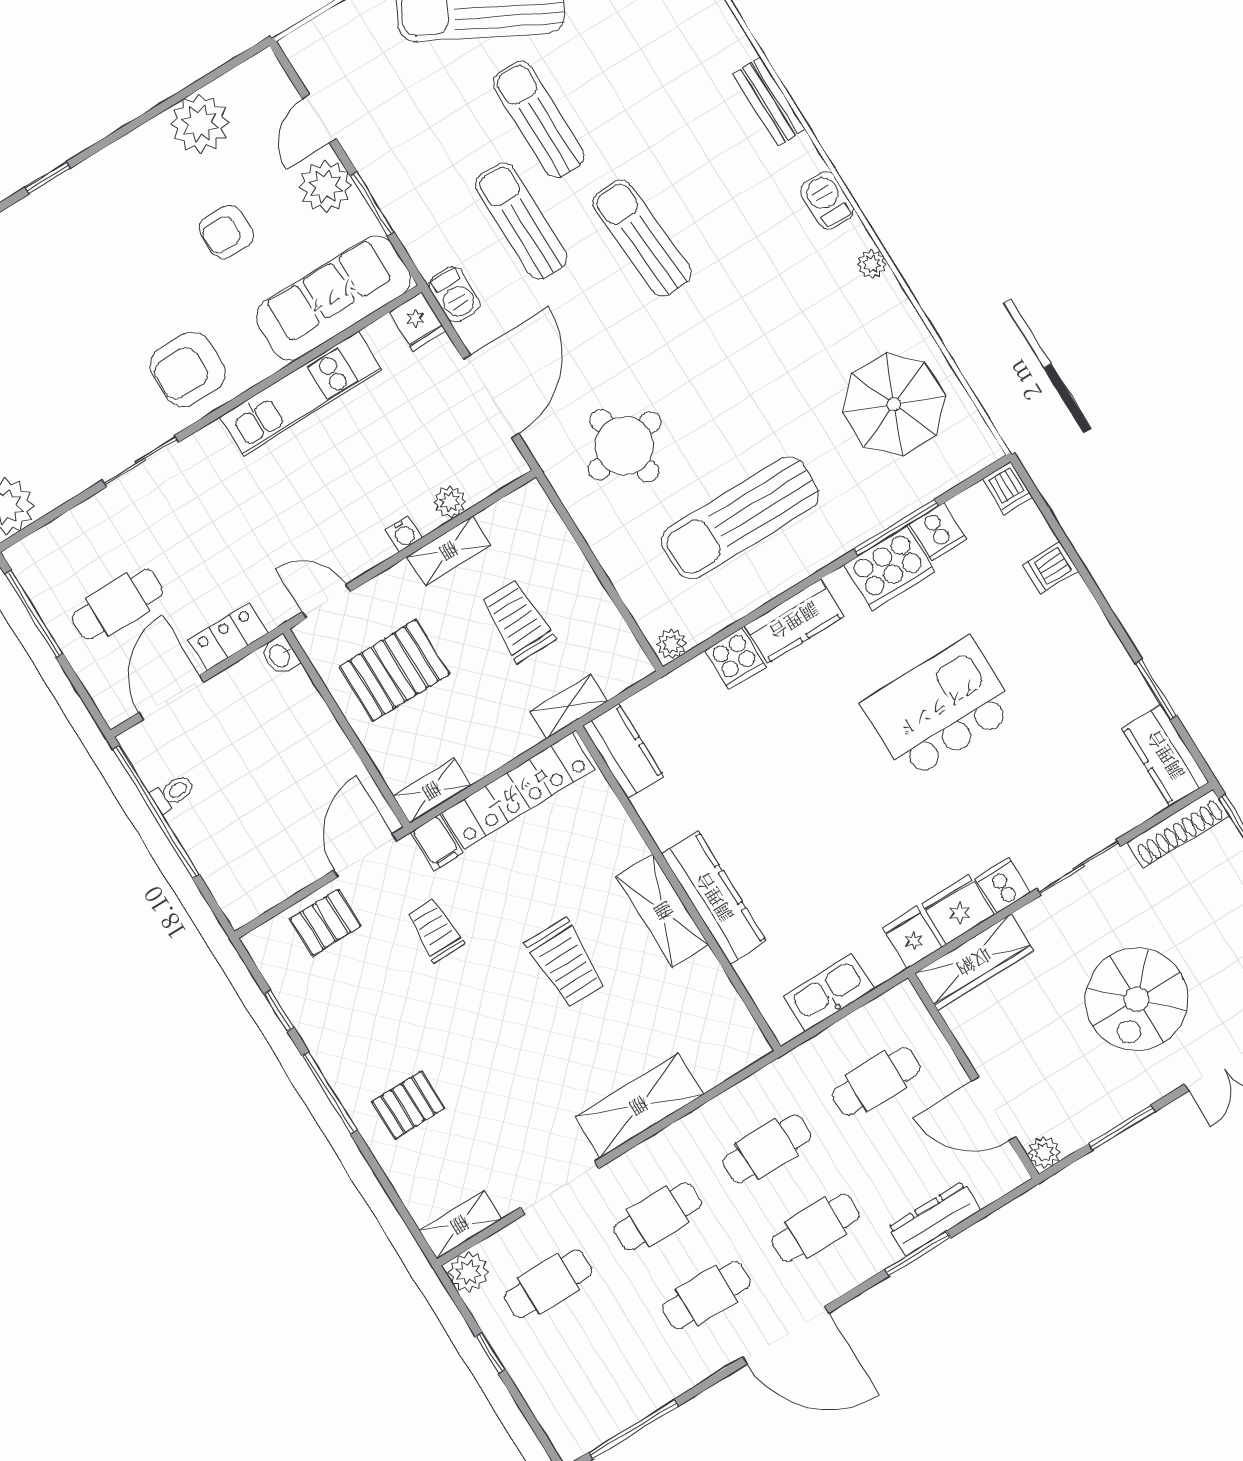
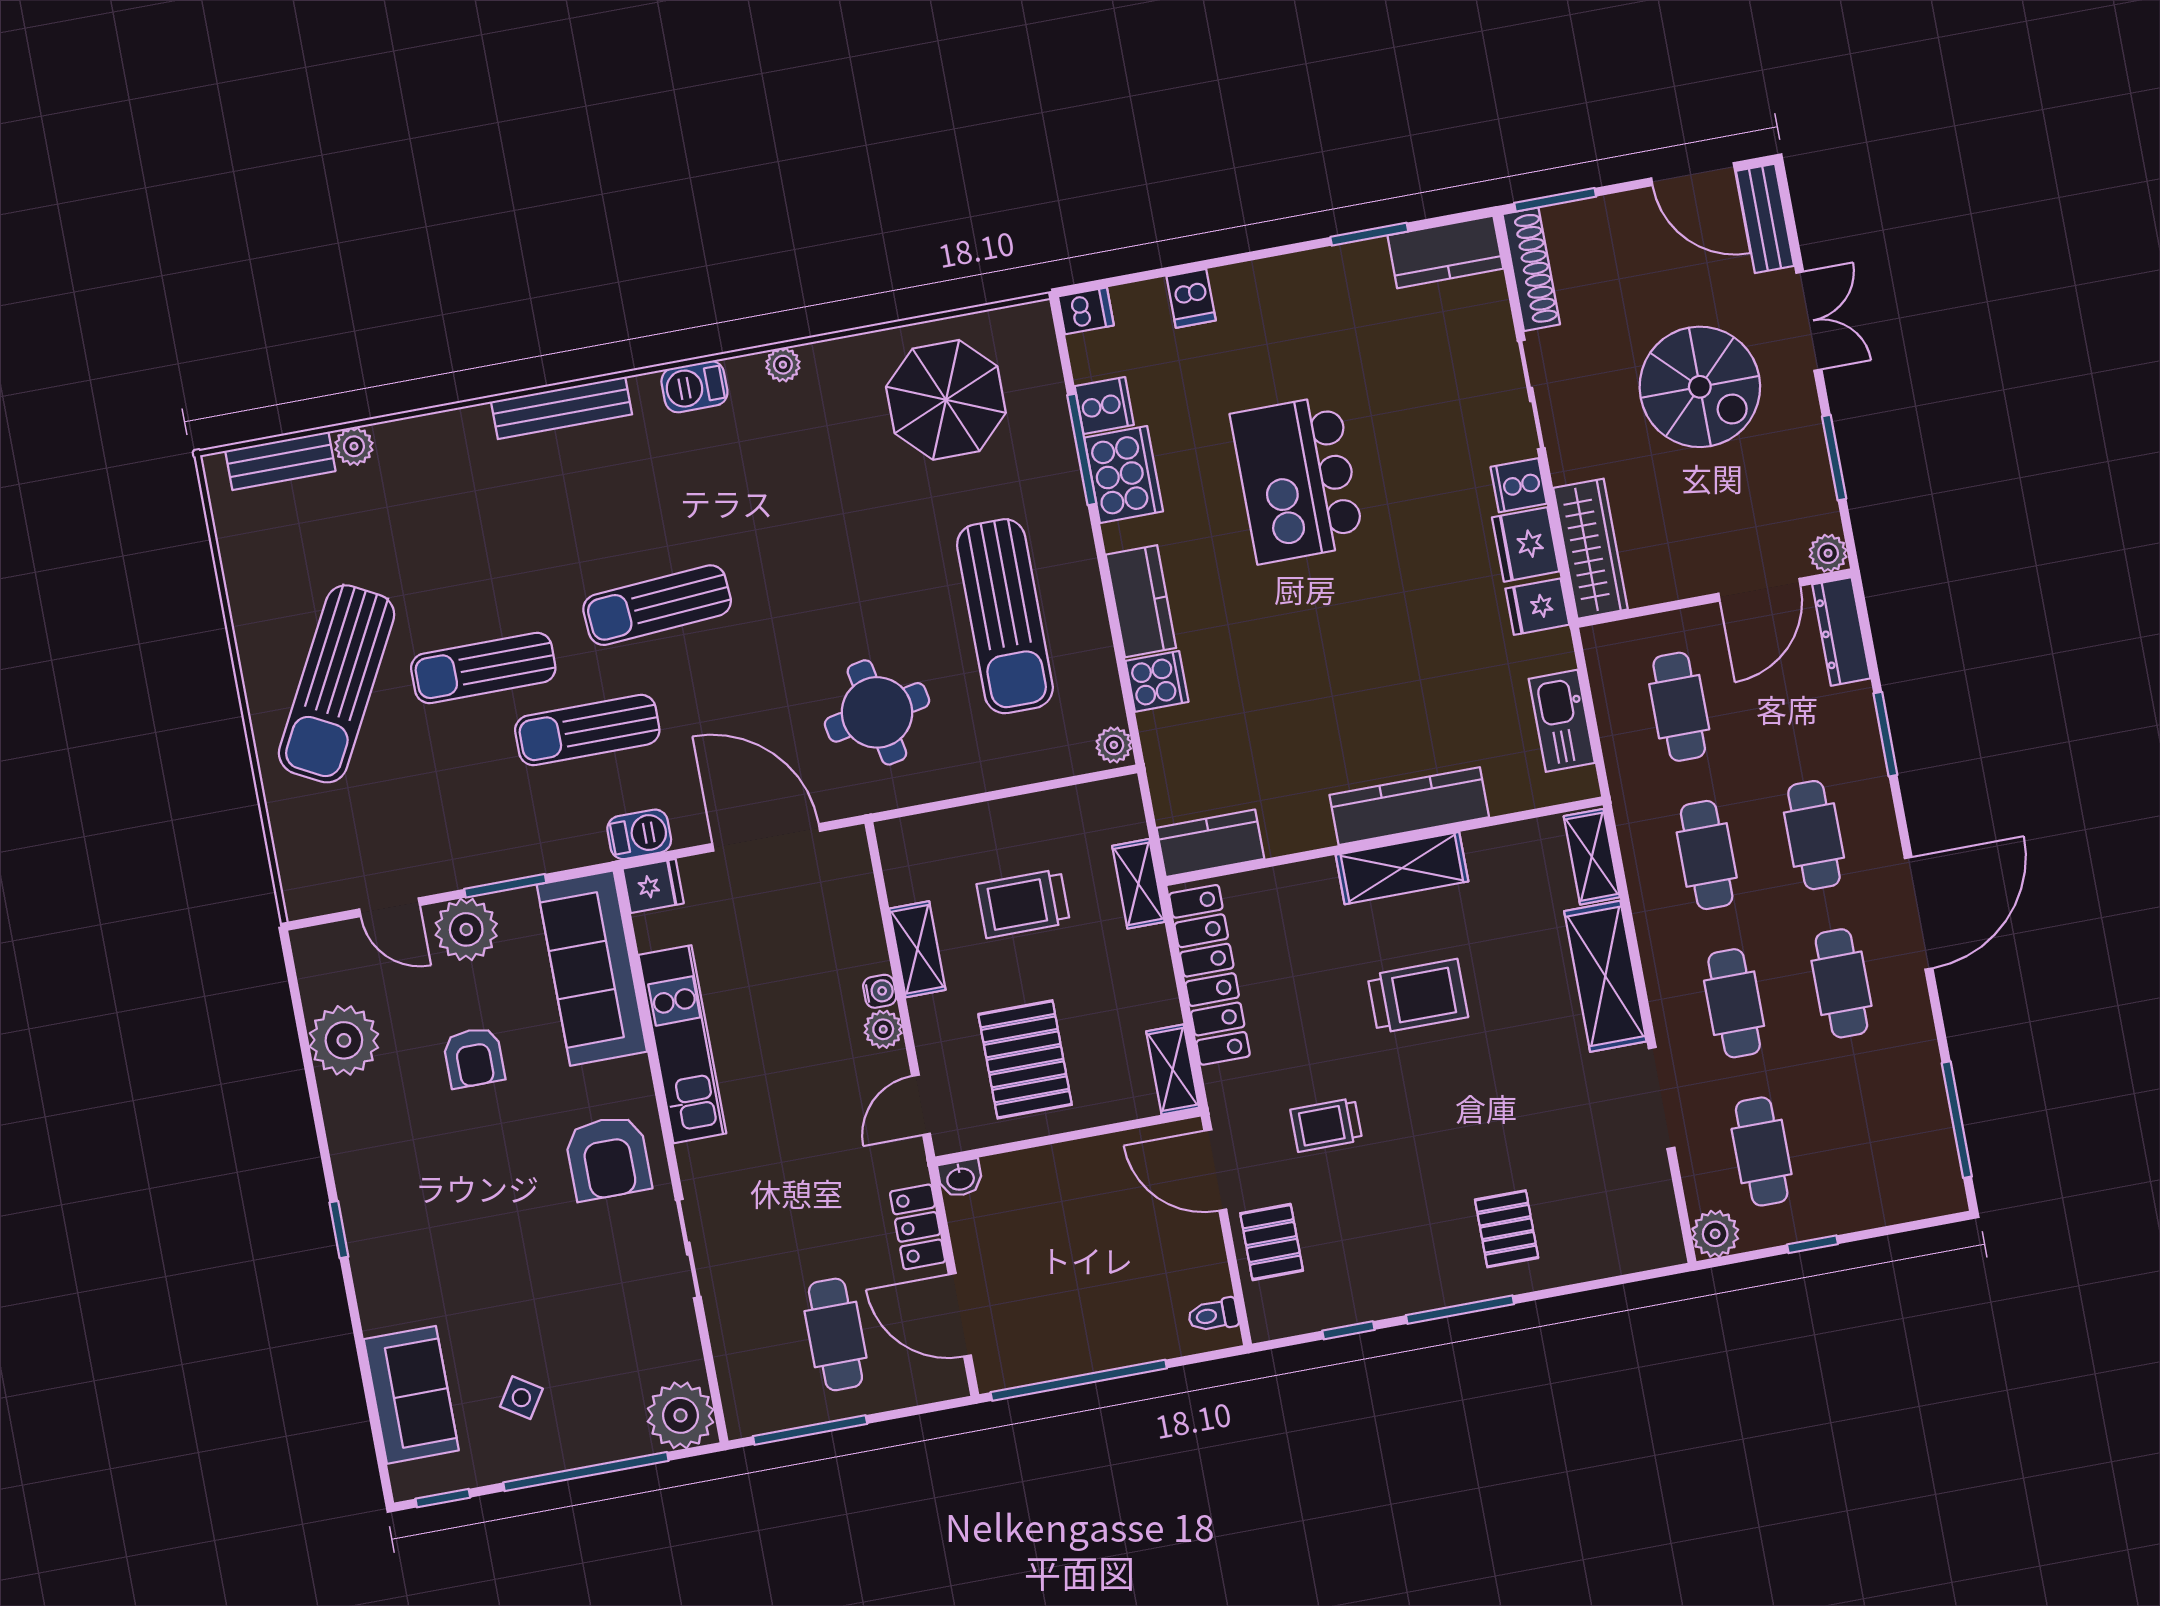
bench: (769, 101) -> (561, 408), width x1.36
plant: (450, 502) -> (883, 1029), moved
toilet: (173, 793) -> (1213, 1315), moved, turned -90
filing cabinet: (437, 843) -> (1231, 1086), removed
dresser: (934, 1219) -> (1841, 631), moved
shelving: (460, 1225) -> (1592, 857), moved

